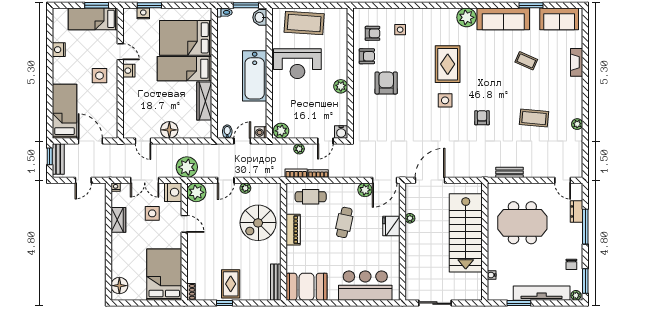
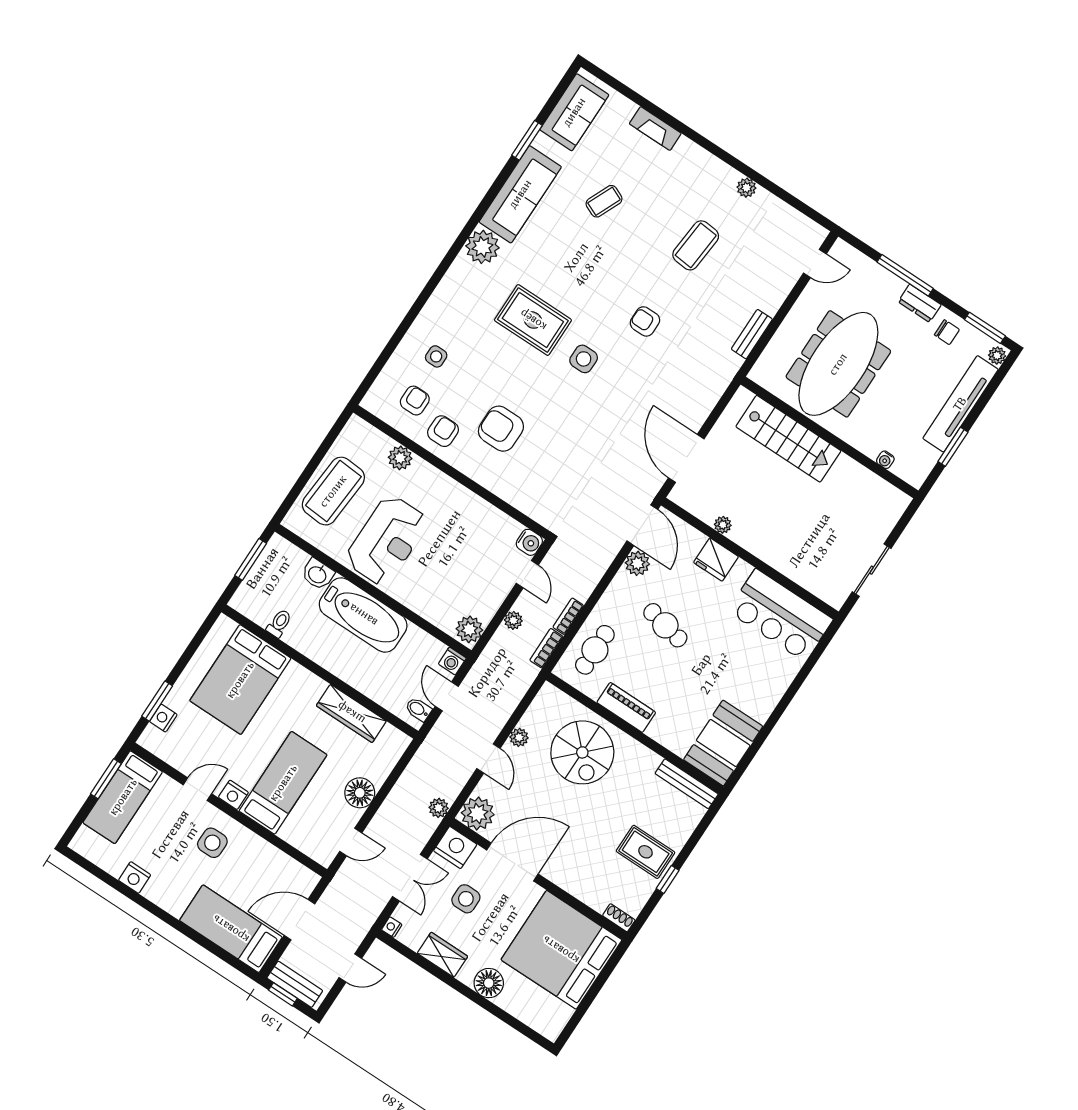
toilet: (224, 12) -> (279, 623), moved
washbasin: (260, 17) -> (318, 574), moved
bed: (184, 69) -> (283, 783), moved, turned 180
plant: (341, 86) -> (400, 458), moved
plant: (187, 167) -> (439, 808), width x0.53, depth x0.53
door: (83, 180) -> (350, 968), hinge flipped
dresser: (577, 211) -> (920, 303), moved
meeting table: (522, 223) -> (838, 364), width x1.36
door: (184, 224) -> (512, 862), width x1.88
stairs: (466, 233) -> (788, 439), width x0.73, depth x0.66
bed: (164, 275) -> (561, 950), width x1.36
floor lamp: (119, 286) -> (489, 983), moved
bar counter: (365, 286) -> (780, 615), moved, turned -90

